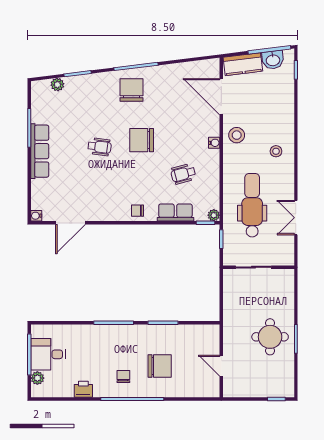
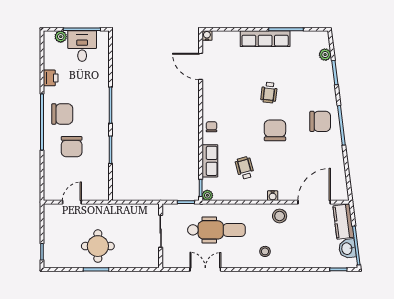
chair: (123, 376) -> (62, 114), width x1.87, depth x1.87

